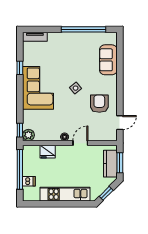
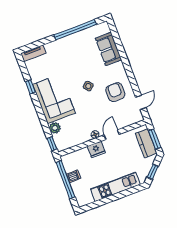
plant: (28, 135) -> (55, 128), moved
fridge: (48, 152) -> (96, 150), moved
dishwasher: (29, 181) -> (74, 176), moved

